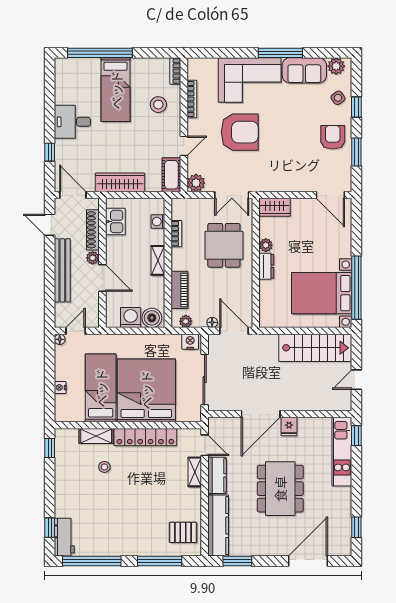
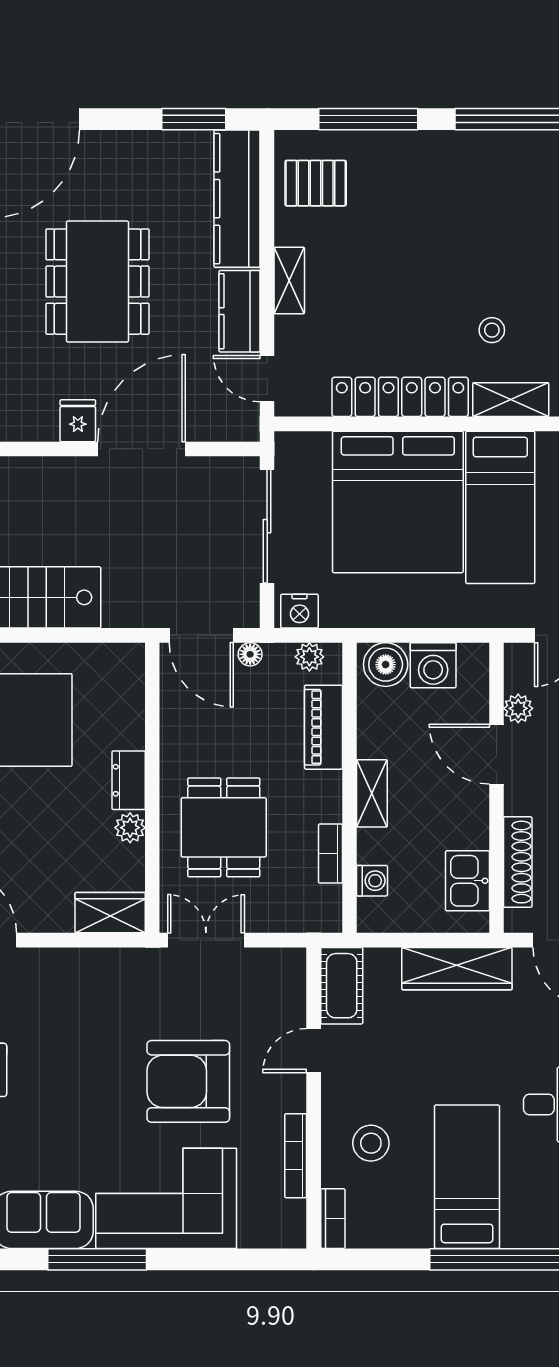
plant: (196, 183) -> (286, 967), removed
plant: (93, 258) -> (518, 708), moved
shelving: (195, 472) -> (289, 280), moved

